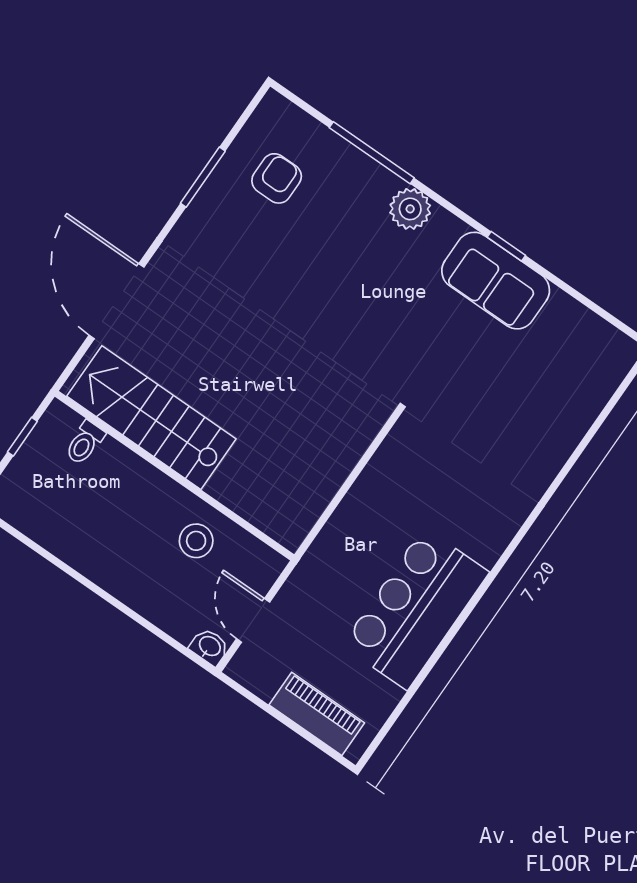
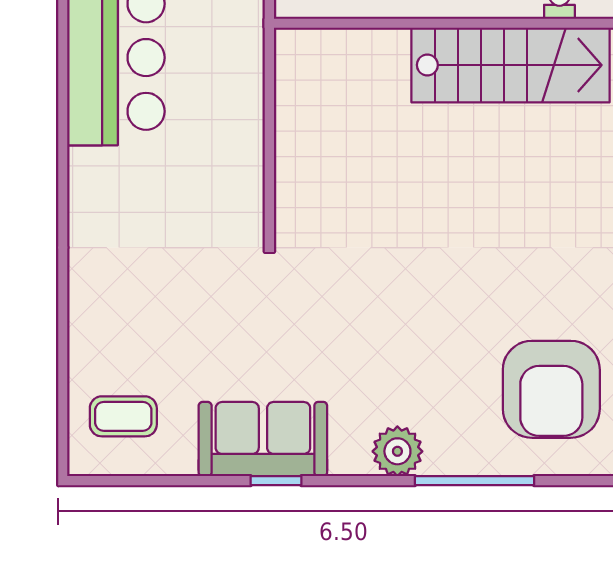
armchair: (277, 178) -> (551, 389), width x1.88, depth x1.88
coffee table: (580, 362) -> (123, 416), added

